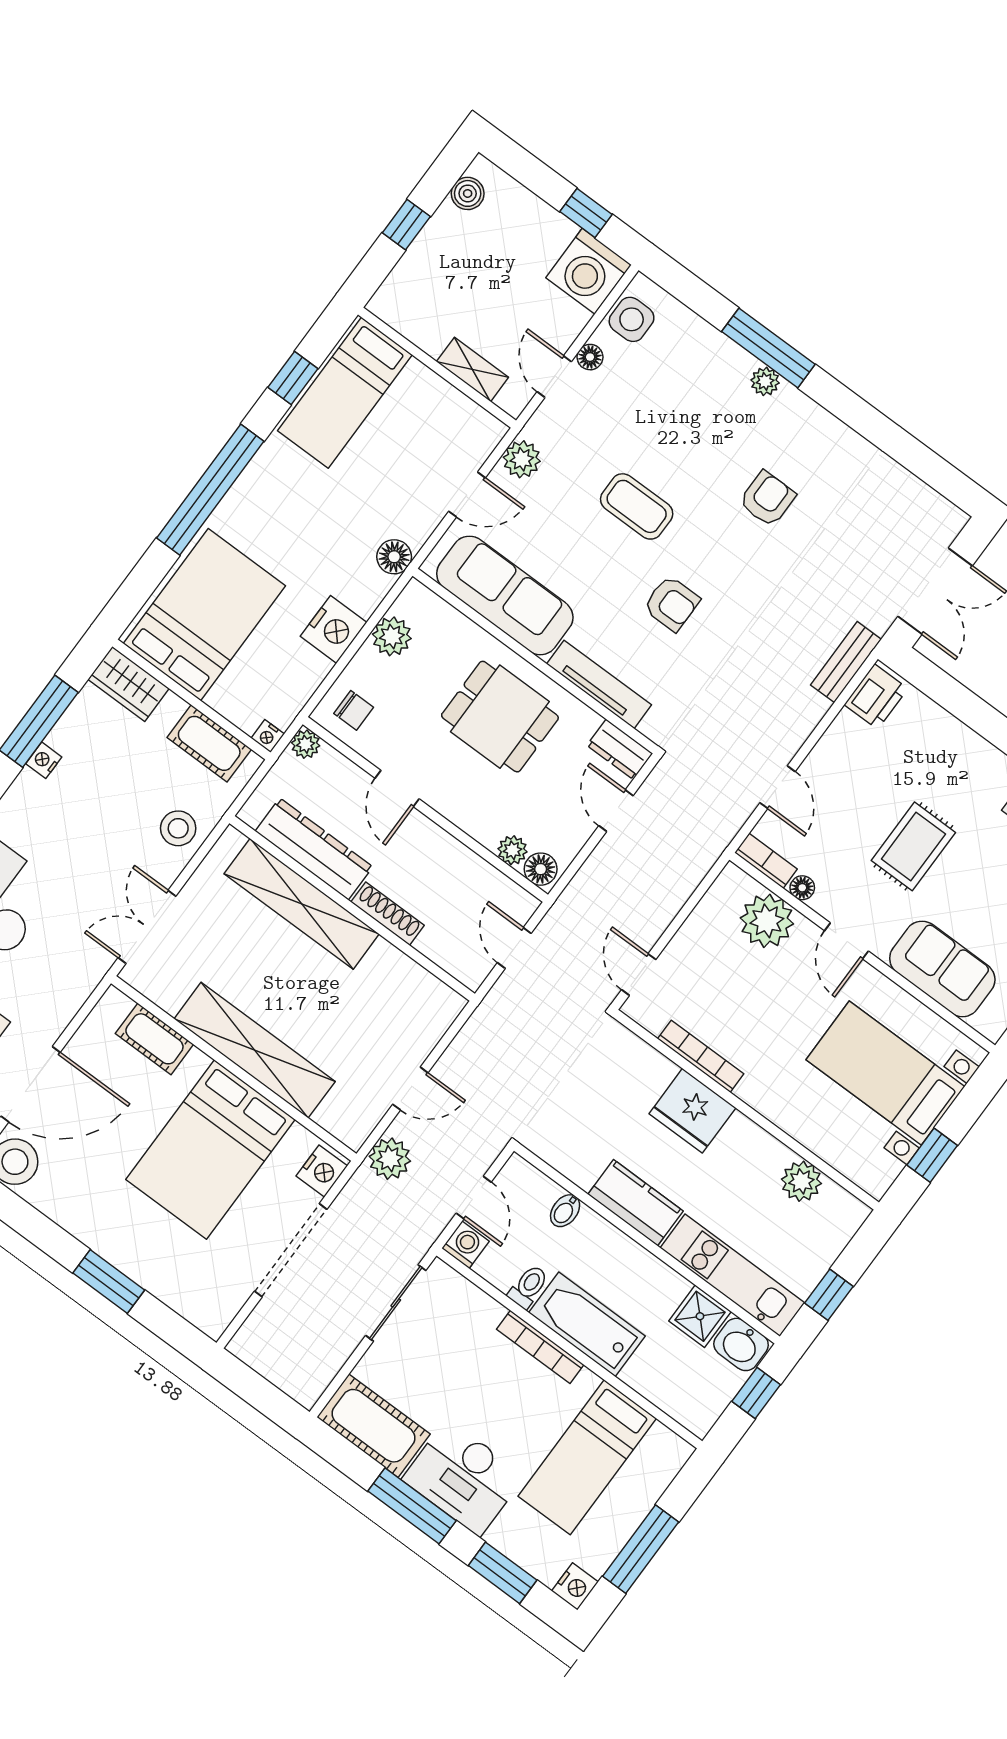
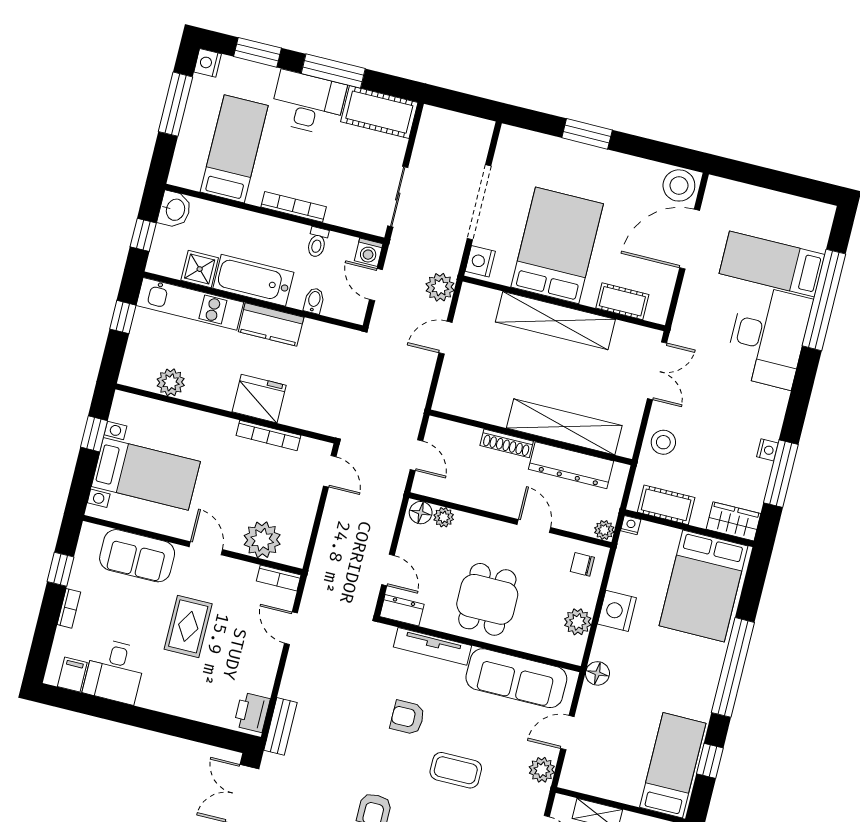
dining table: (500, 717) -> (487, 599), turned 90
floor lamp: (802, 888) -> (248, 570), removed
bathtub: (587, 1324) -> (253, 280), moved, turned 180
washbasin: (741, 1344) -> (175, 210), moved, turned 90

